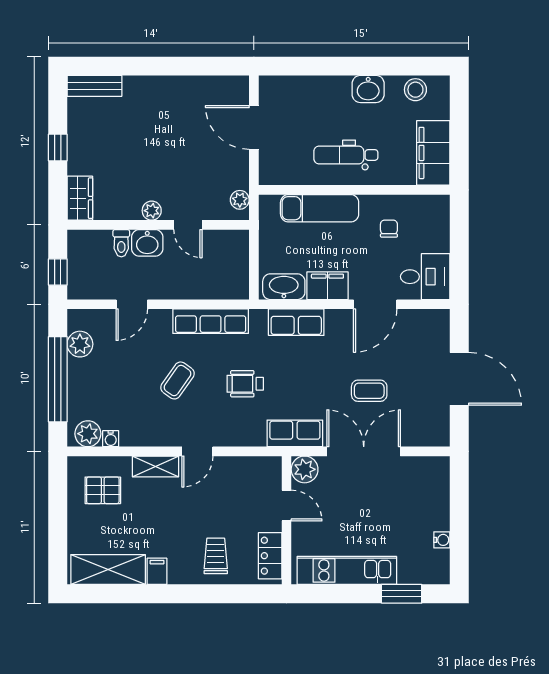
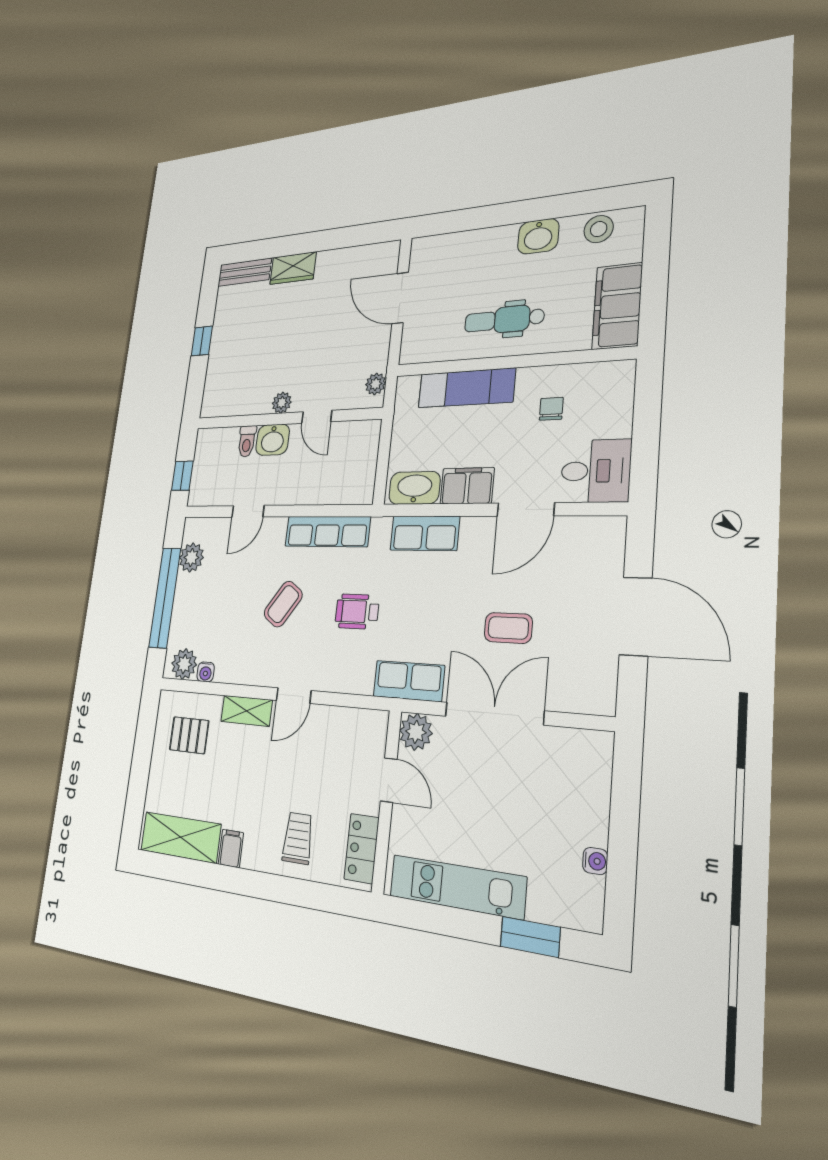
wardrobe: (80, 198) -> (293, 268), moved, turned 90

